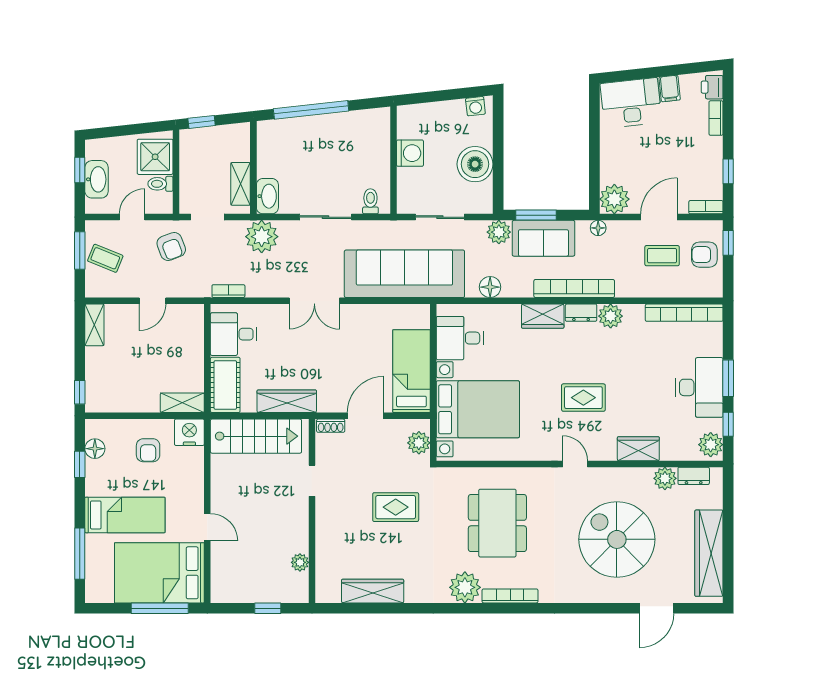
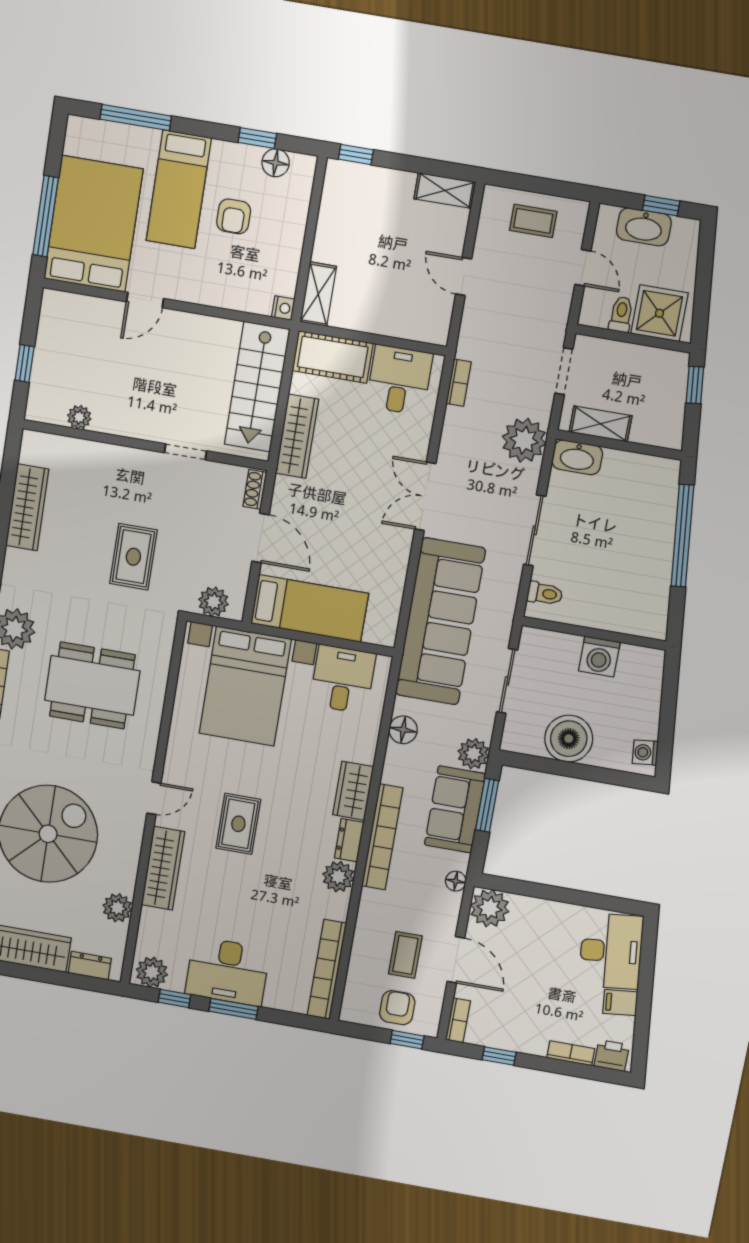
armchair: (171, 246) -> (533, 315), removed
window: (80, 250) -> (550, 187), removed
coffee table: (105, 258) -> (533, 221), turned 68
nightstand: (189, 432) -> (283, 308), width x0.53, depth x0.56
wardrobe: (638, 449) -> (163, 868), width x1.50
armchair: (148, 450) -> (234, 216), moved, turned -90
dresser: (694, 476) -> (90, 966), moved, turned 90

